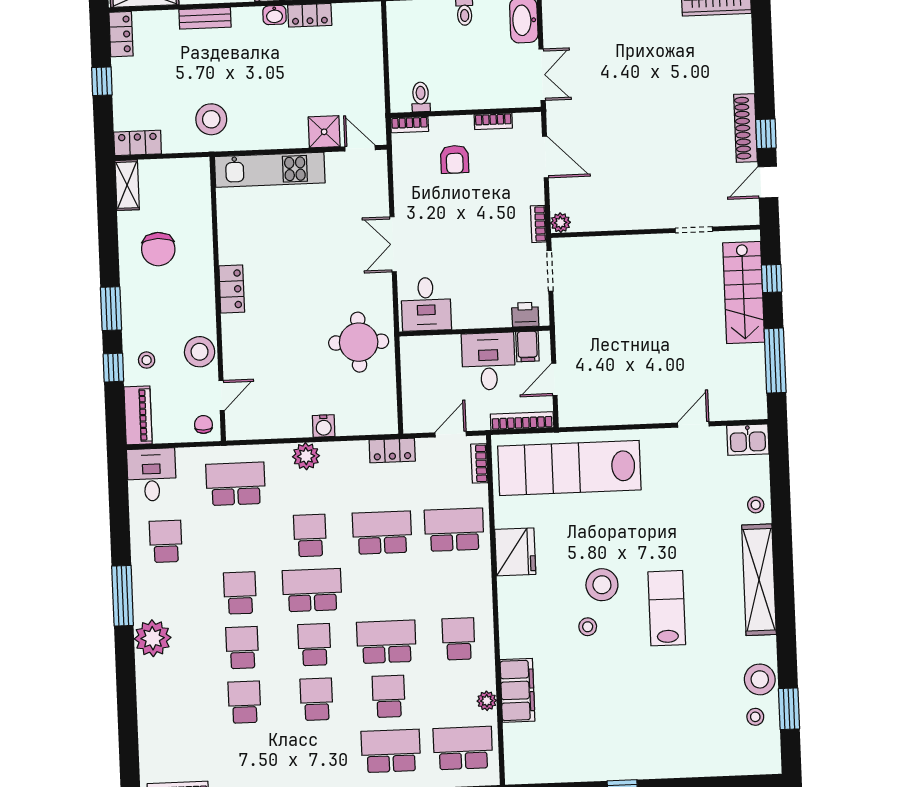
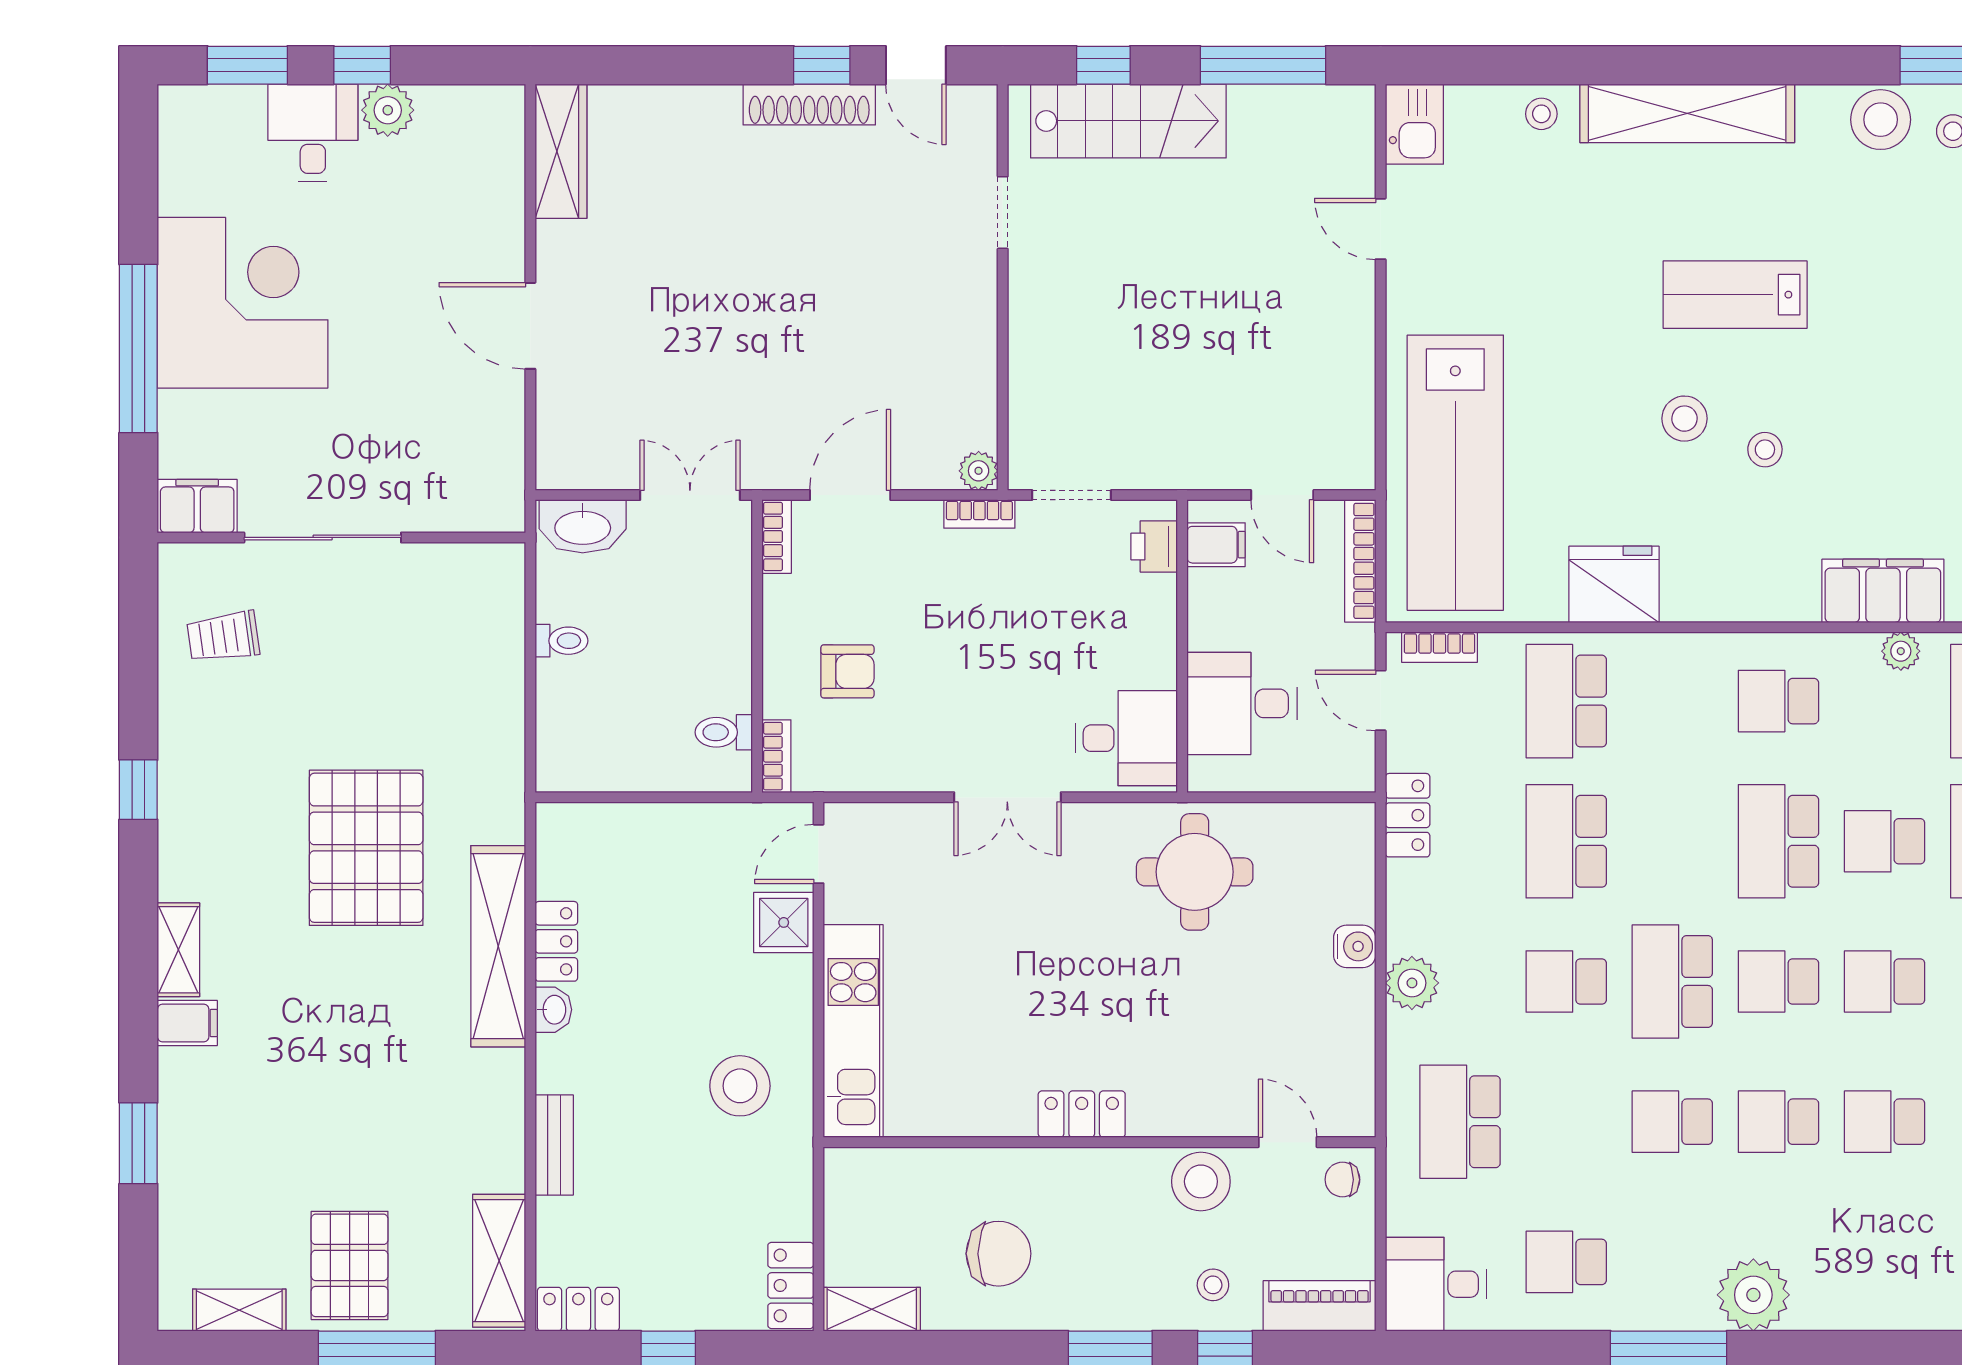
stool: (211, 119) -> (740, 1086), moved
bookcase: (493, 121) -> (777, 536), moved
desk: (488, 361) -> (1242, 703), moved
stool: (602, 585) -> (1684, 419), width x0.73, depth x0.73

